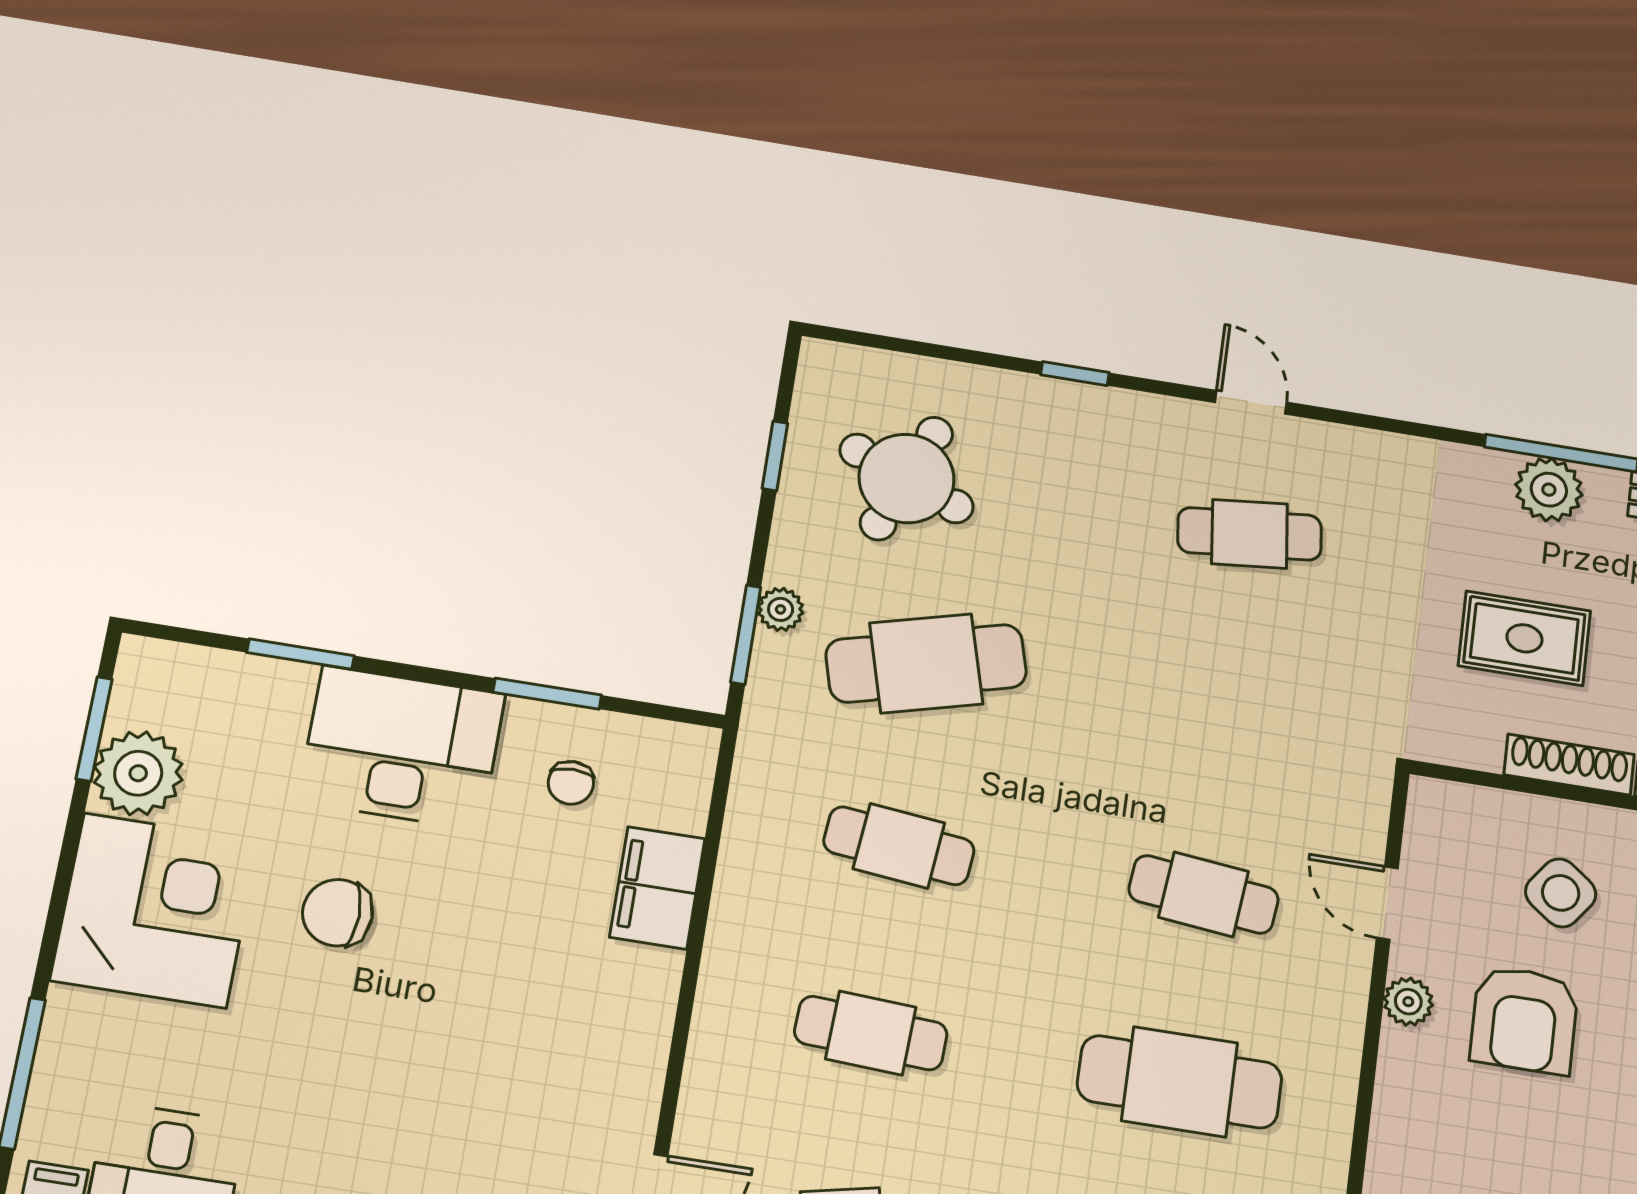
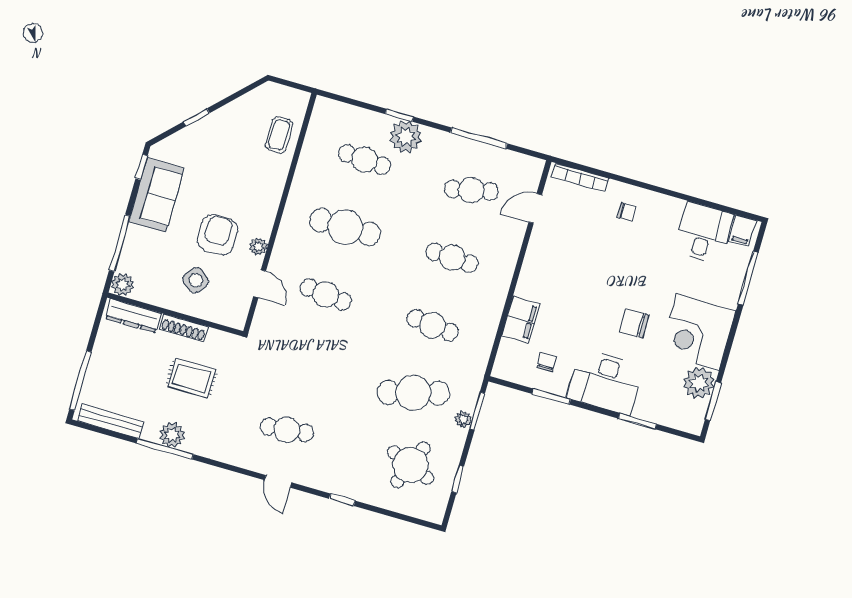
chair: (338, 913) -> (634, 323), turned 180

